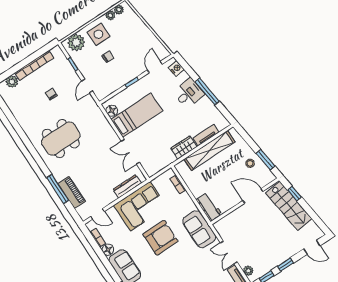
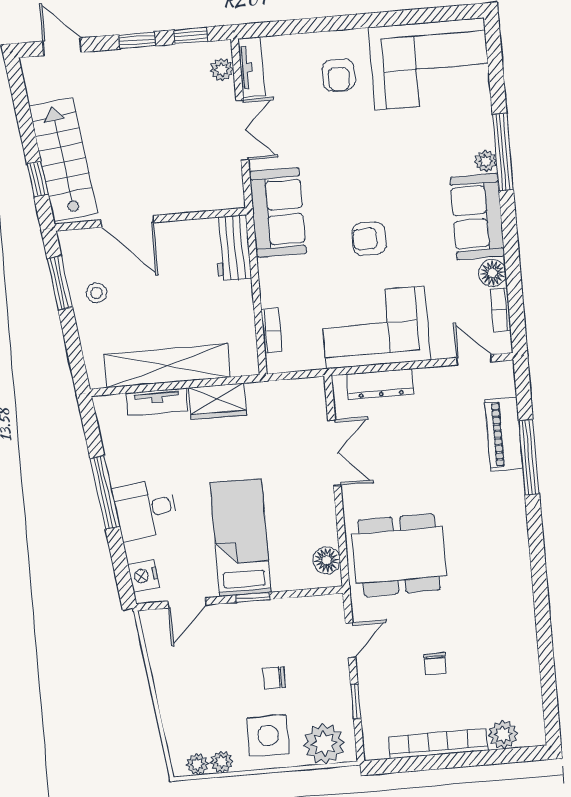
bed: (137, 115) -> (241, 538), moved, turned 90
dining table: (61, 139) -> (399, 555), moved
armchair: (160, 238) -> (369, 239), width x0.53, depth x0.53

